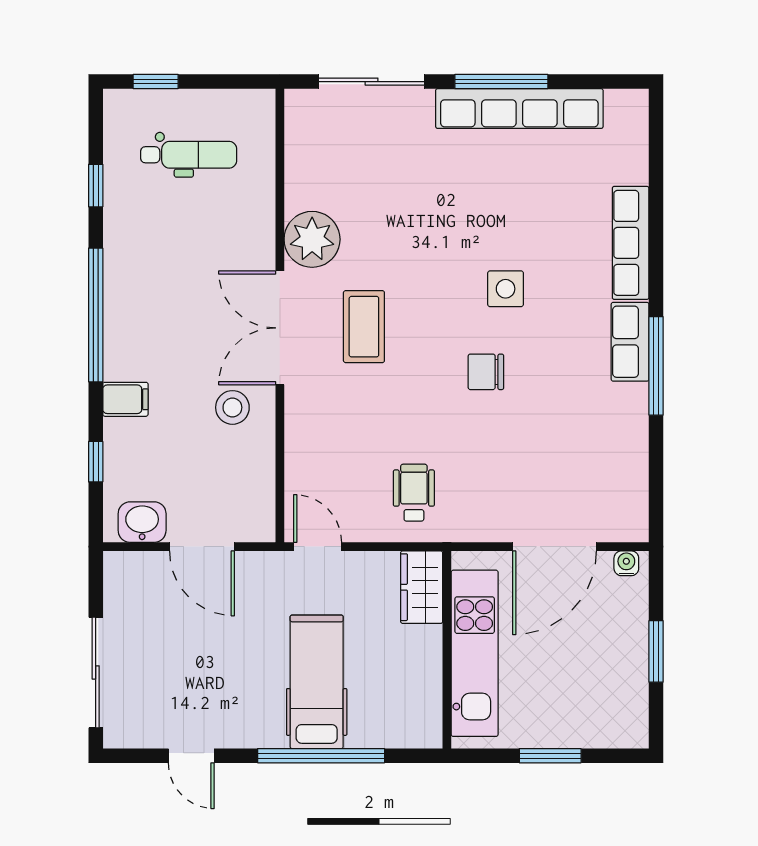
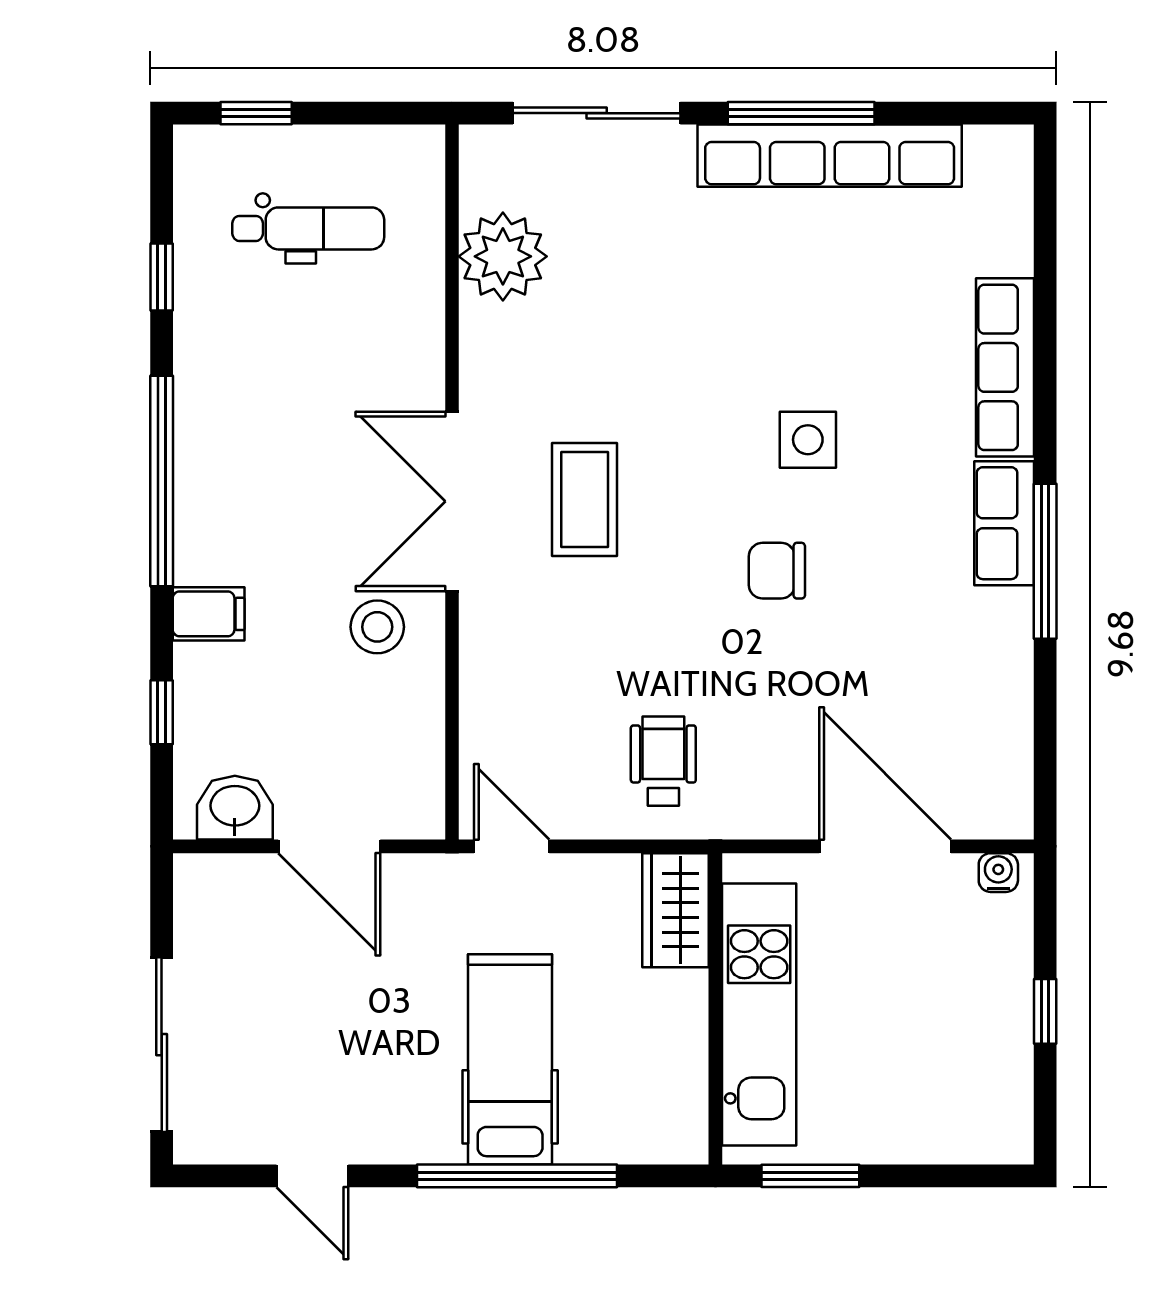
plant: (312, 239) -> (503, 256), moved
door: (555, 547) -> (885, 846), swing flipped
window: (656, 651) -> (1045, 1011), width x0.67
window: (550, 756) -> (810, 1176), moved

